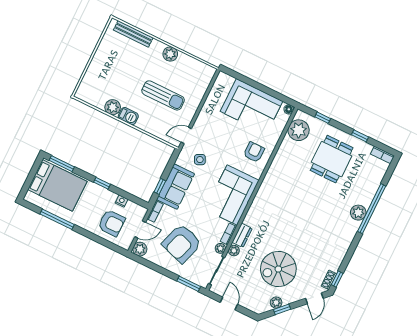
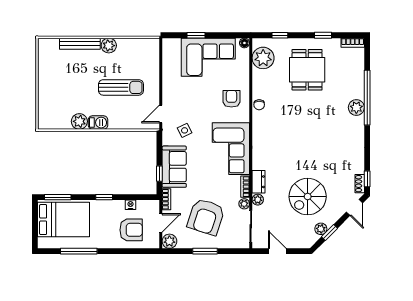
bench: (133, 34) -> (80, 44), moved
window: (250, 82) -> (196, 35), added
chair: (275, 169) -> (259, 105), added
window: (189, 284) -> (205, 251), moved

